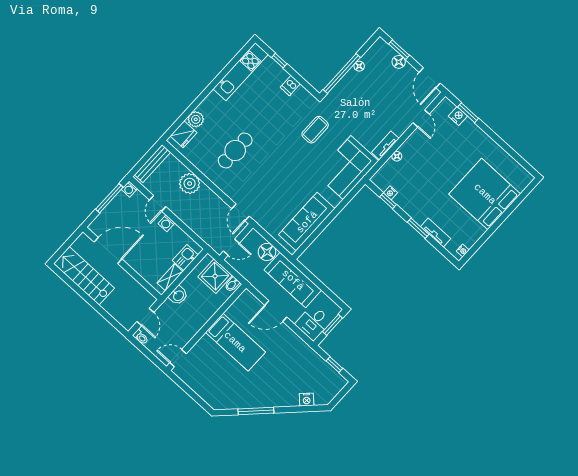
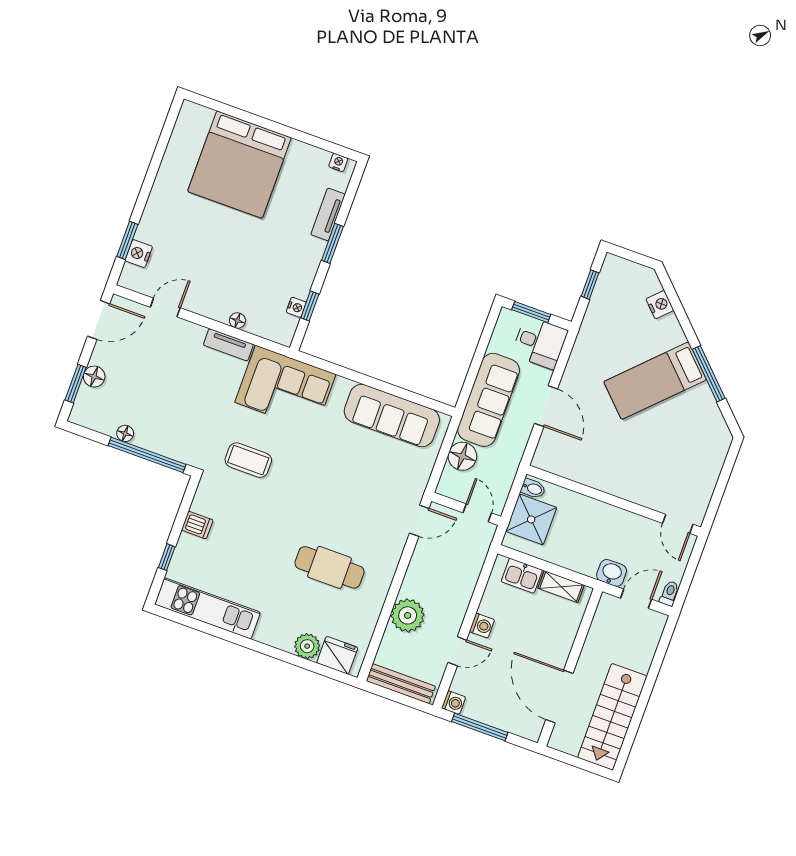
washbasin: (178, 295) -> (612, 573), moved
bed: (235, 342) -> (655, 381), moved, turned -135

